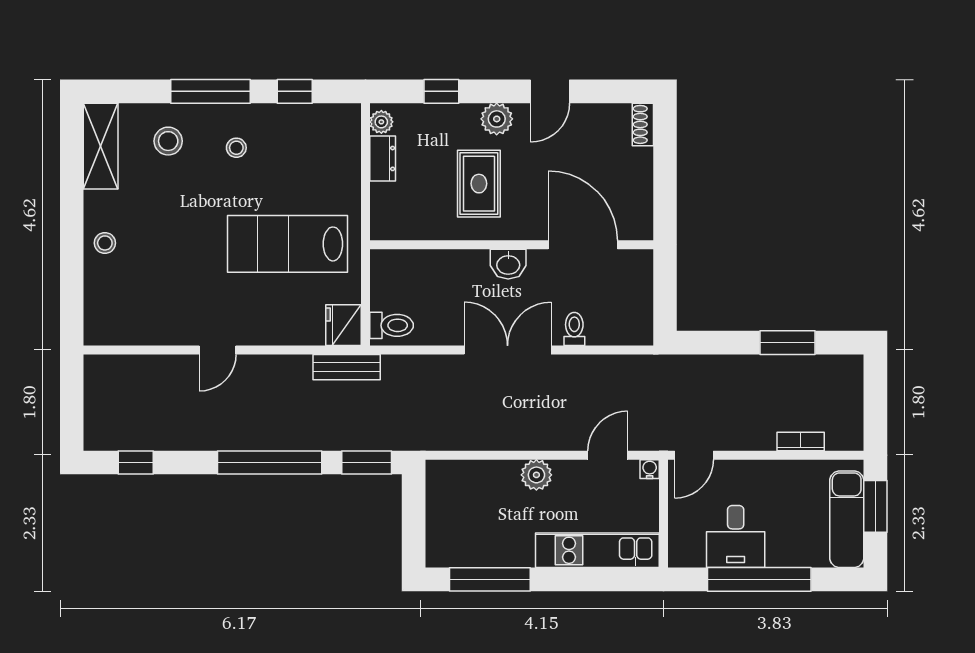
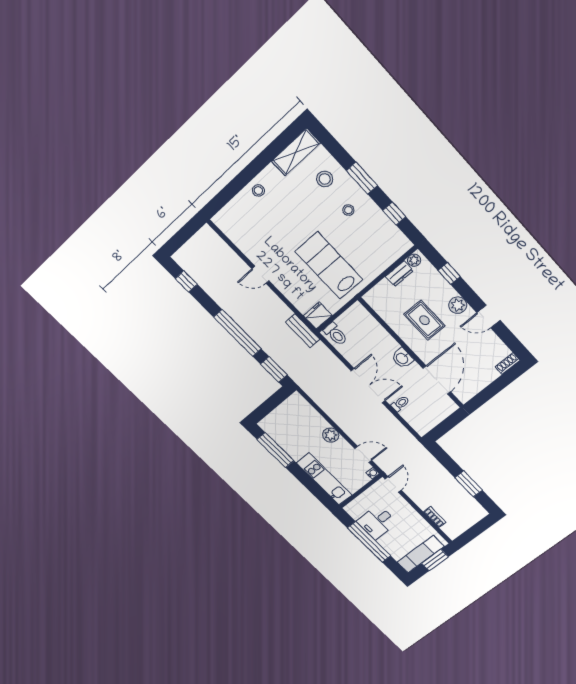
window: (210, 91) -> (362, 178), width x0.69
rug: (479, 184) -> (424, 320), turned 90
door: (694, 455) -> (393, 484), swing flipped

